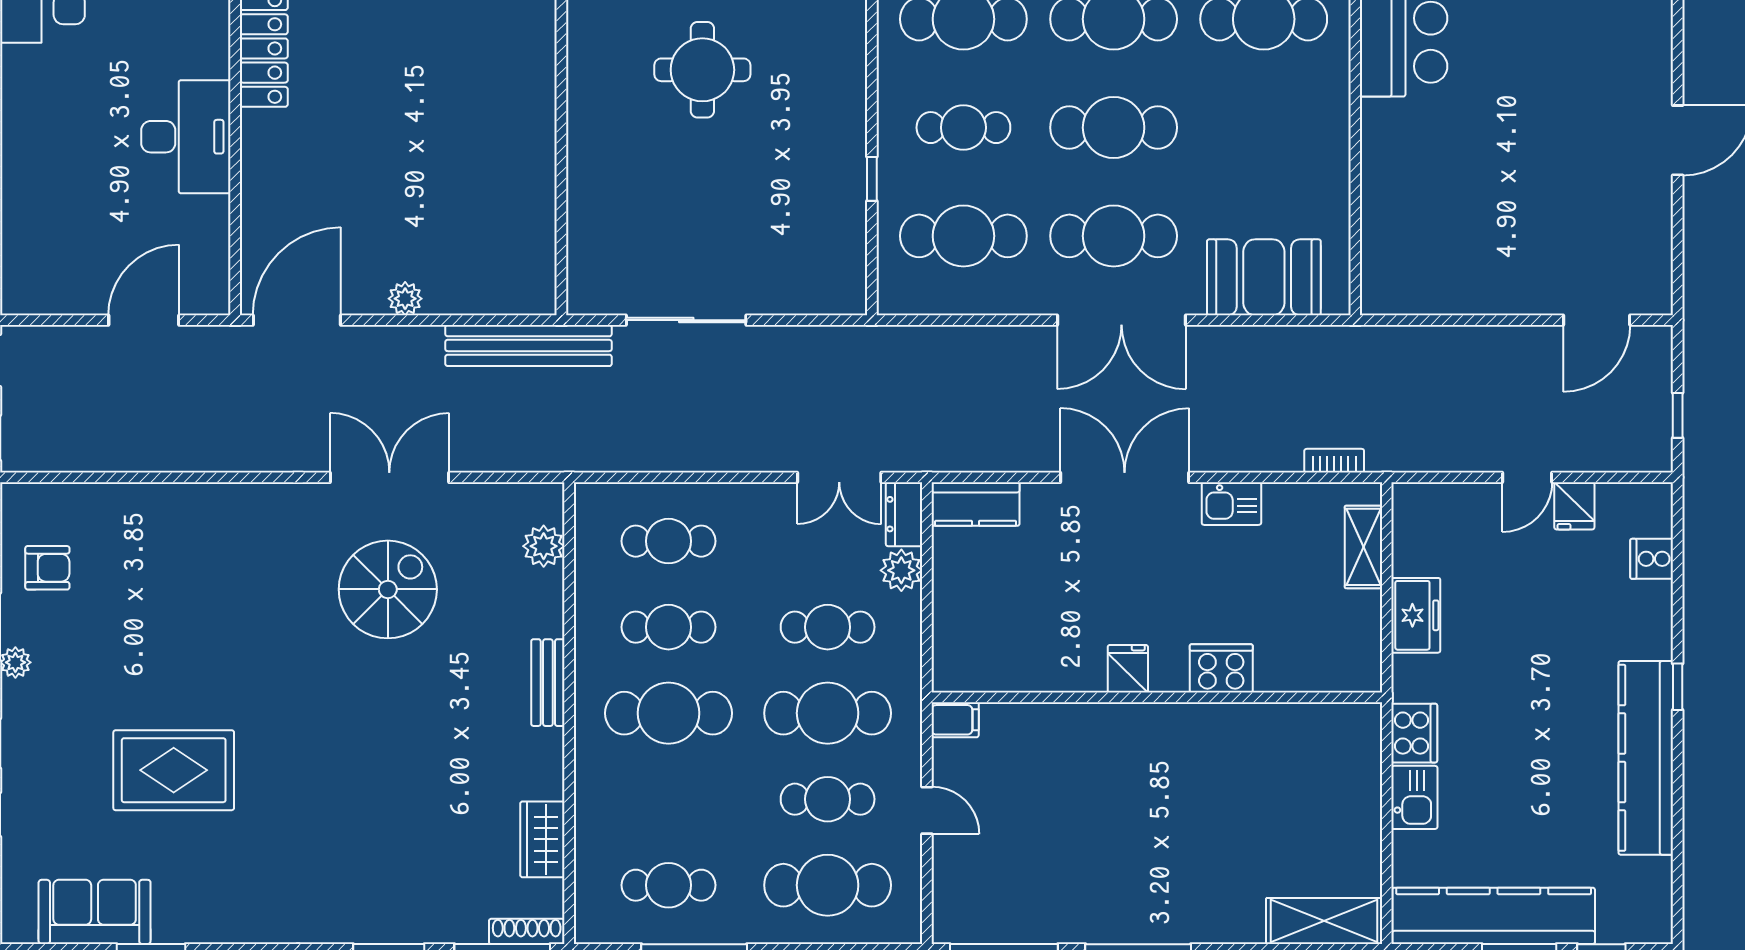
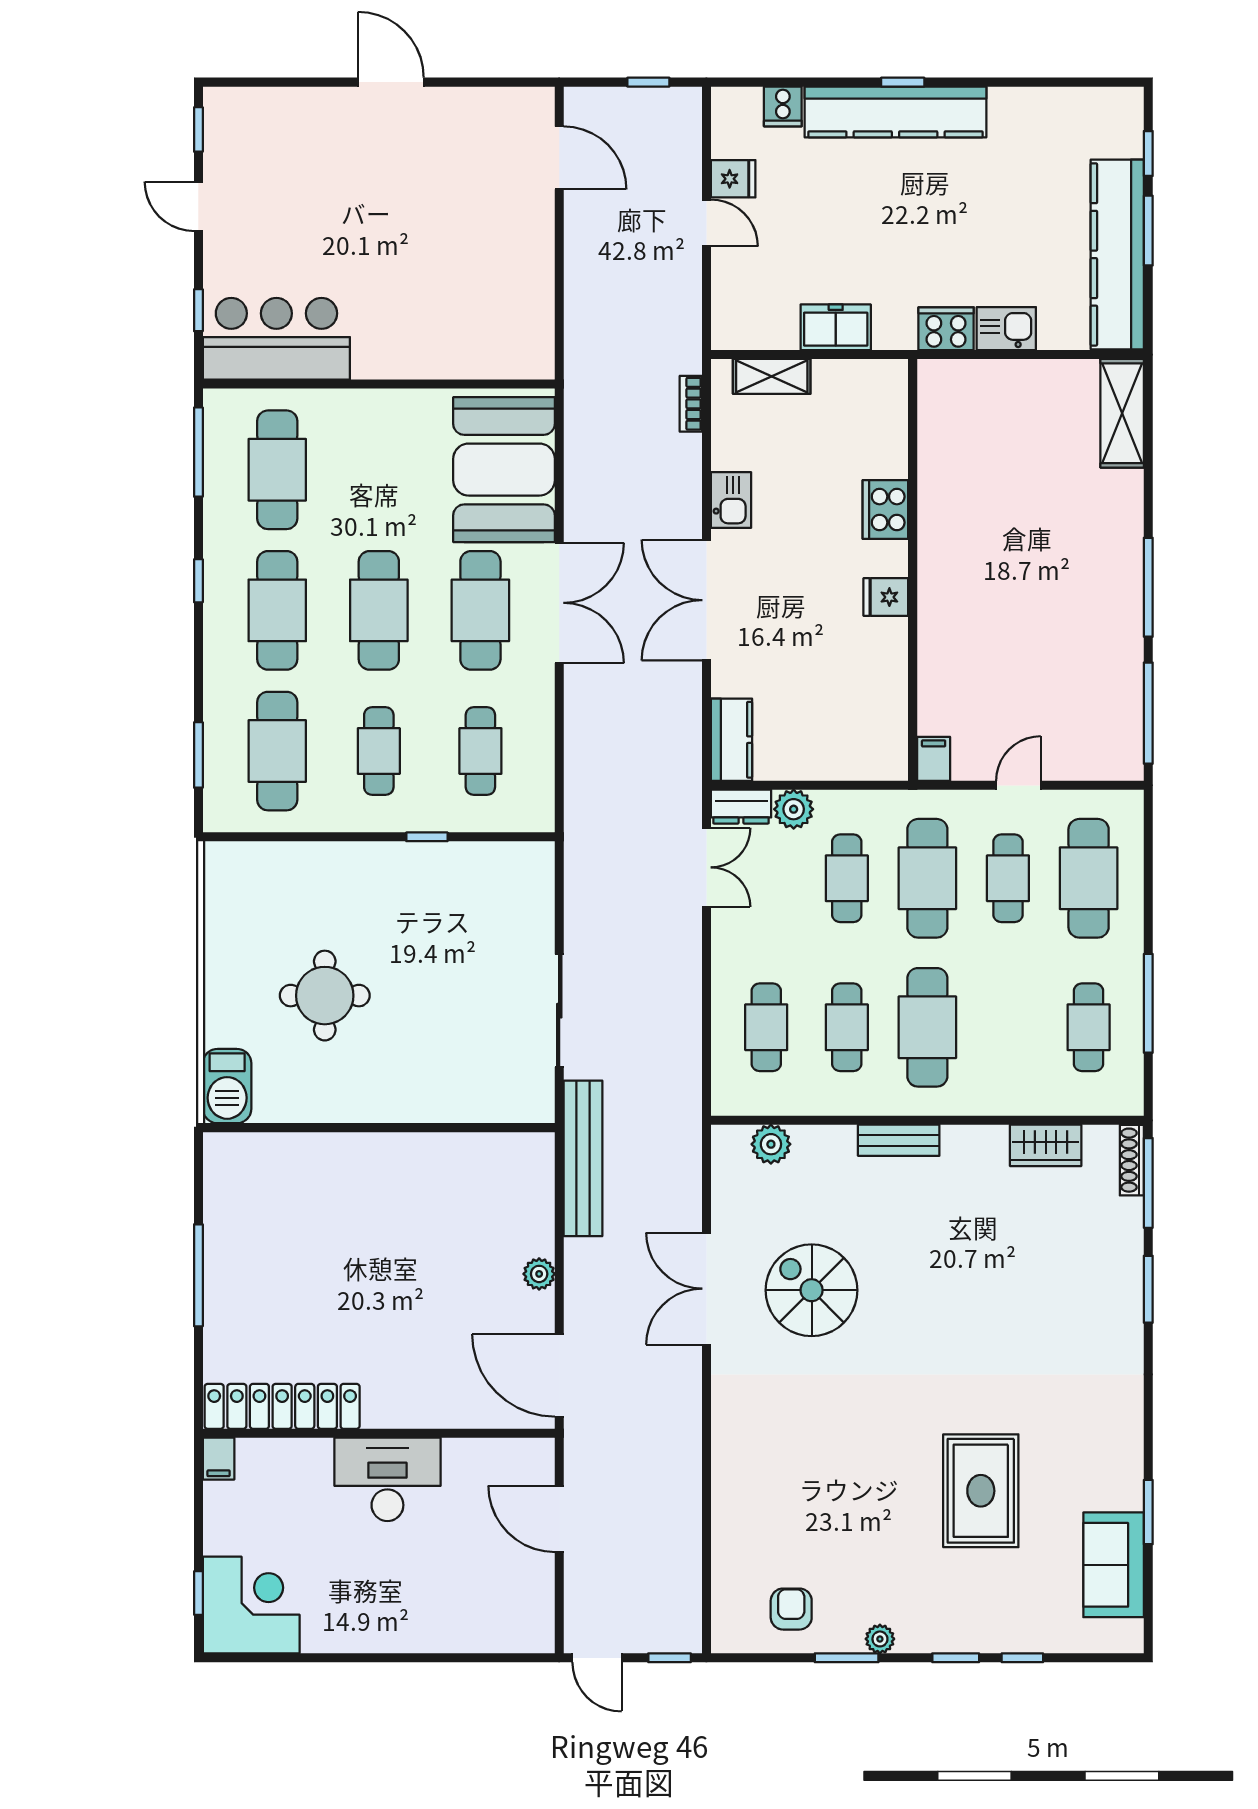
cafe table: (963, 236) -> (480, 751), width x0.73, depth x0.74
booth: (1264, 277) -> (504, 470), width x1.36, depth x1.42
kitchen counter: (1646, 758) -> (895, 112), moved

